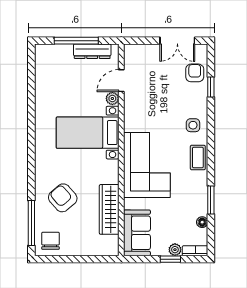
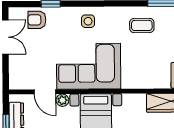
coffee table: (198, 157) -> (142, 25), moved
corner sofa: (147, 165) -> (89, 66), moved

